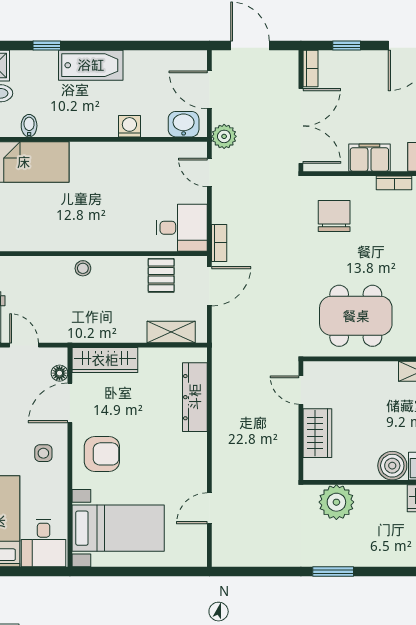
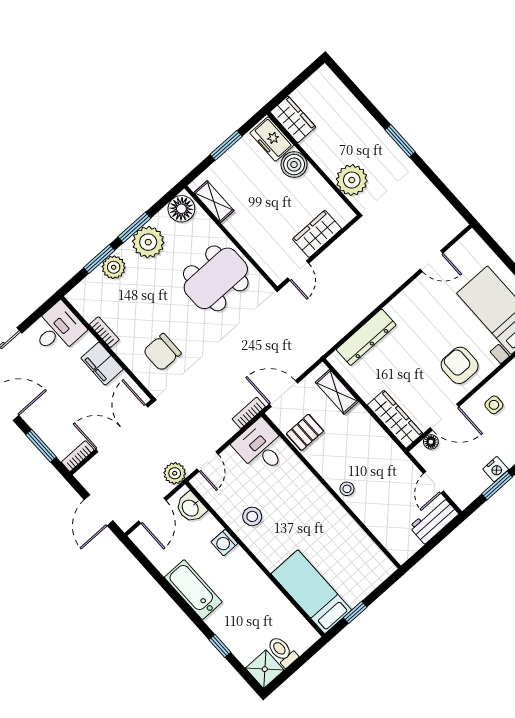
window: (347, 46) -> (41, 446), width x1.50
bathtub: (91, 65) -> (193, 590), moved
bidet: (29, 126) -> (284, 610), removed
stool: (130, 169) -> (252, 516), added
dining table: (356, 316) -> (216, 278), turned 90

